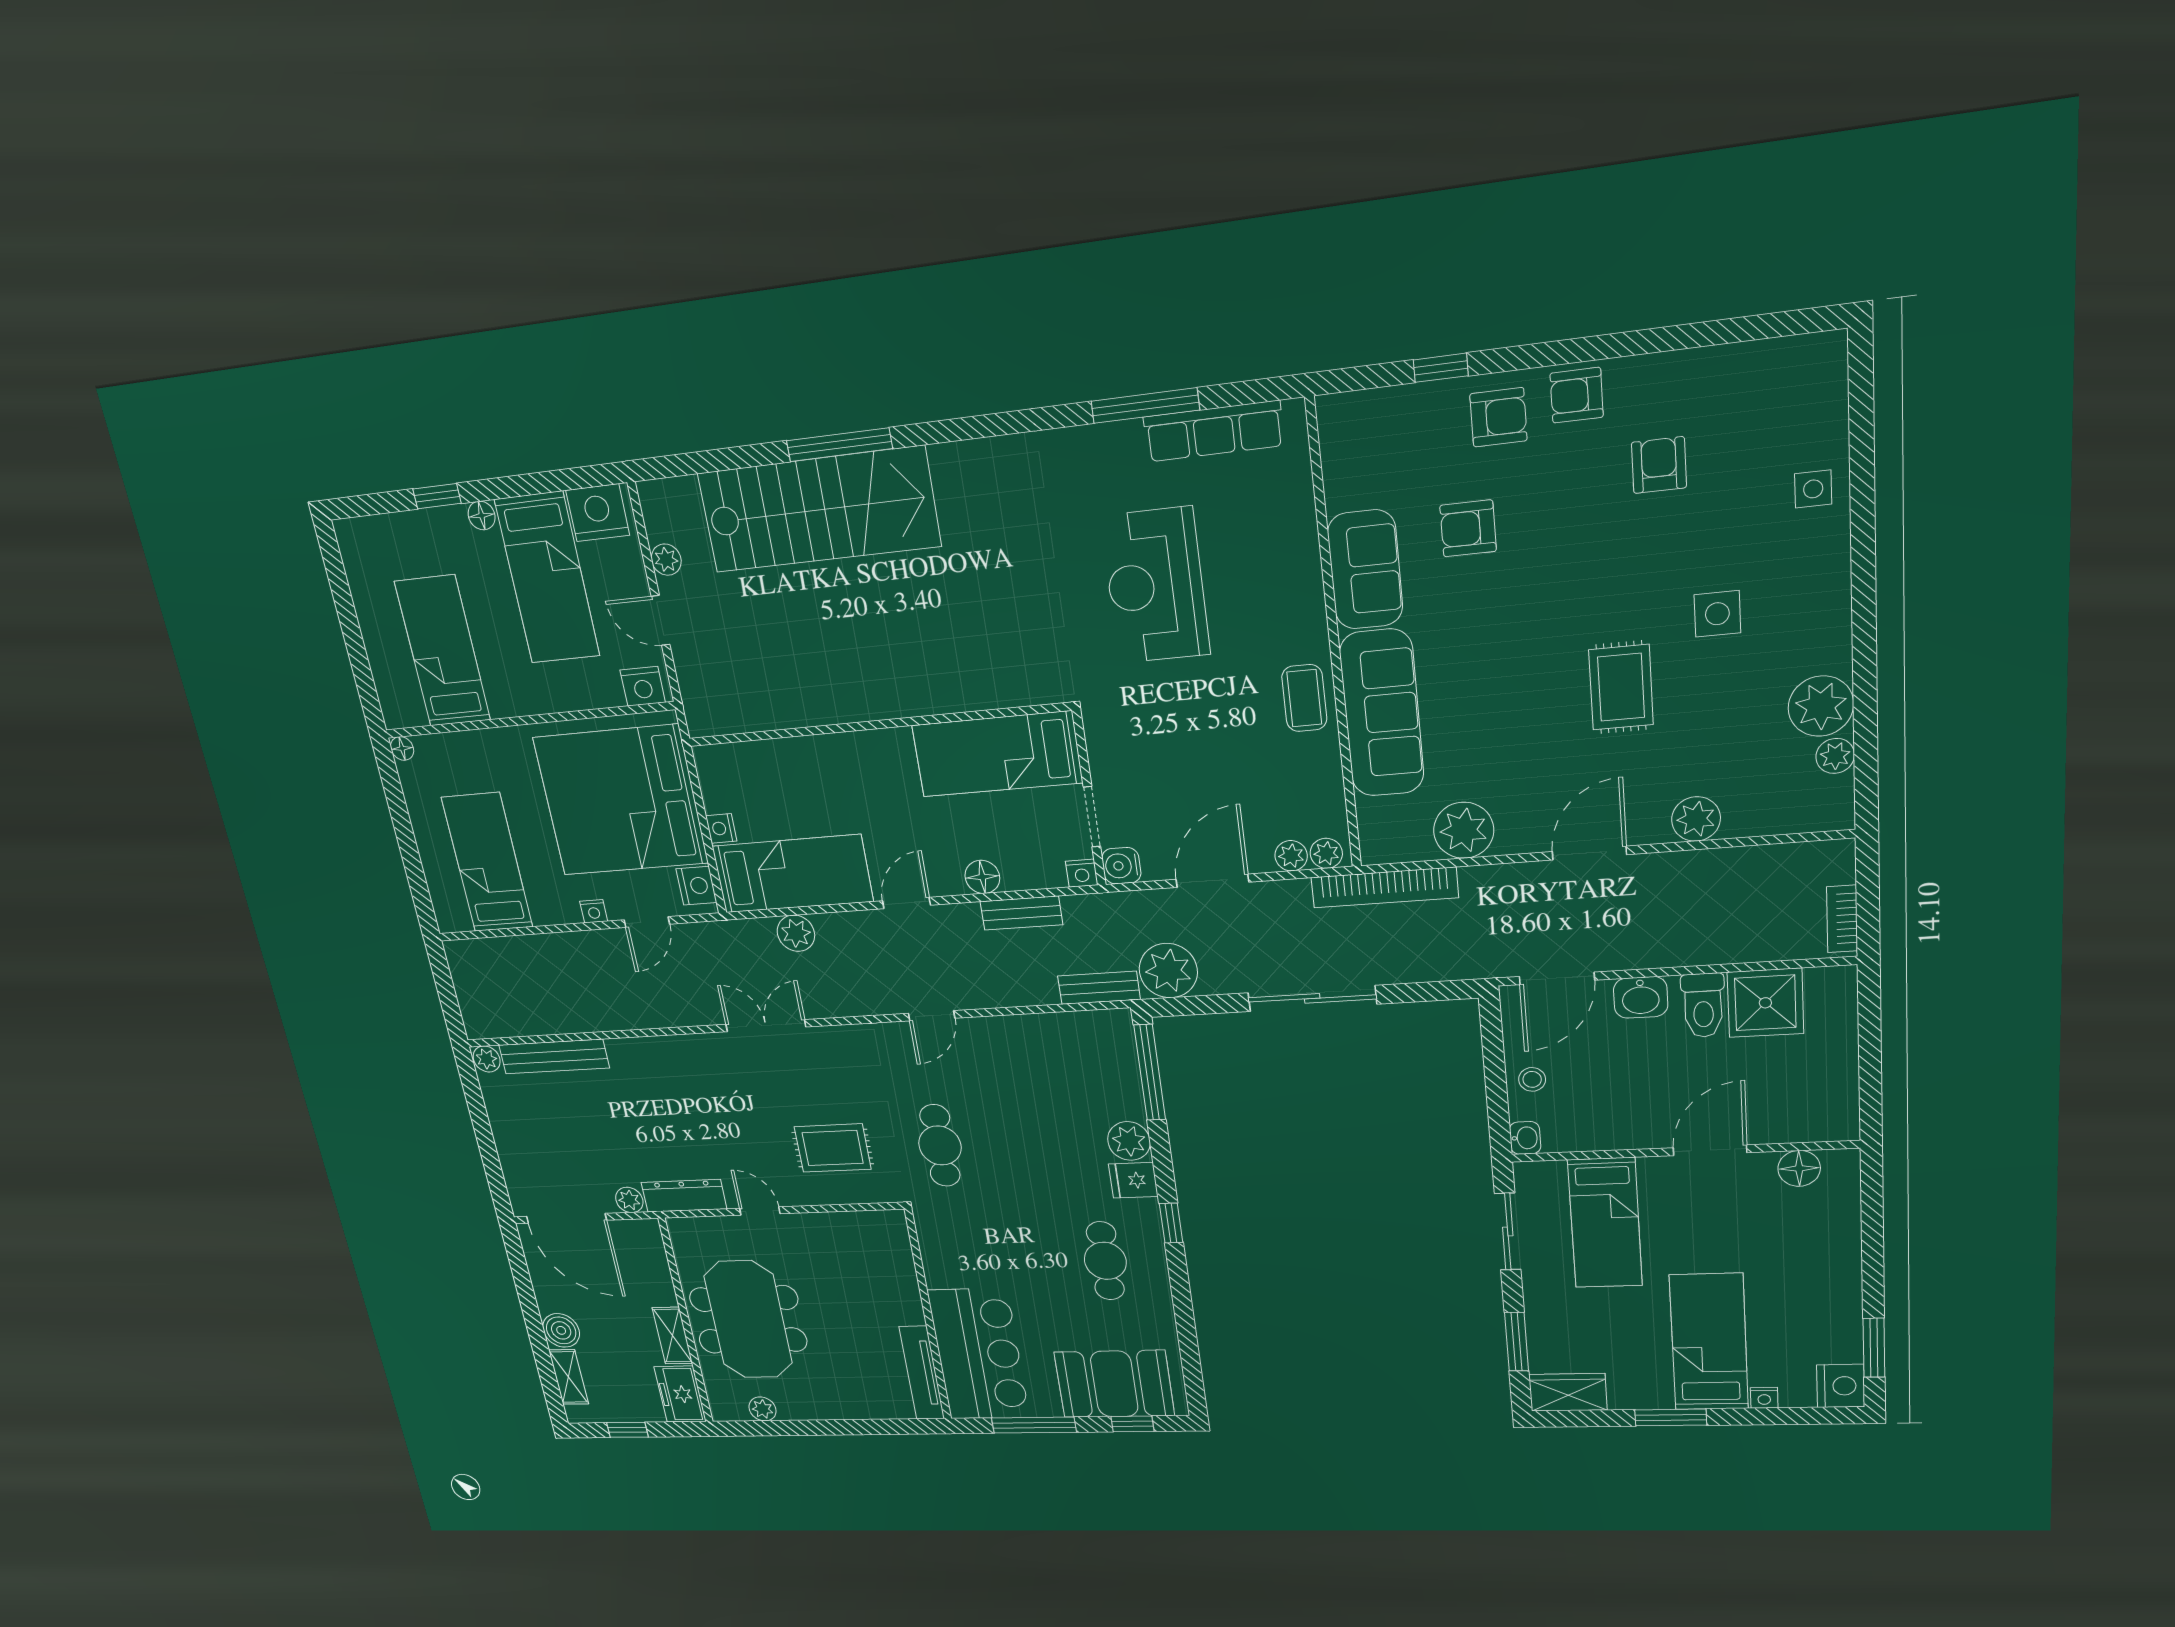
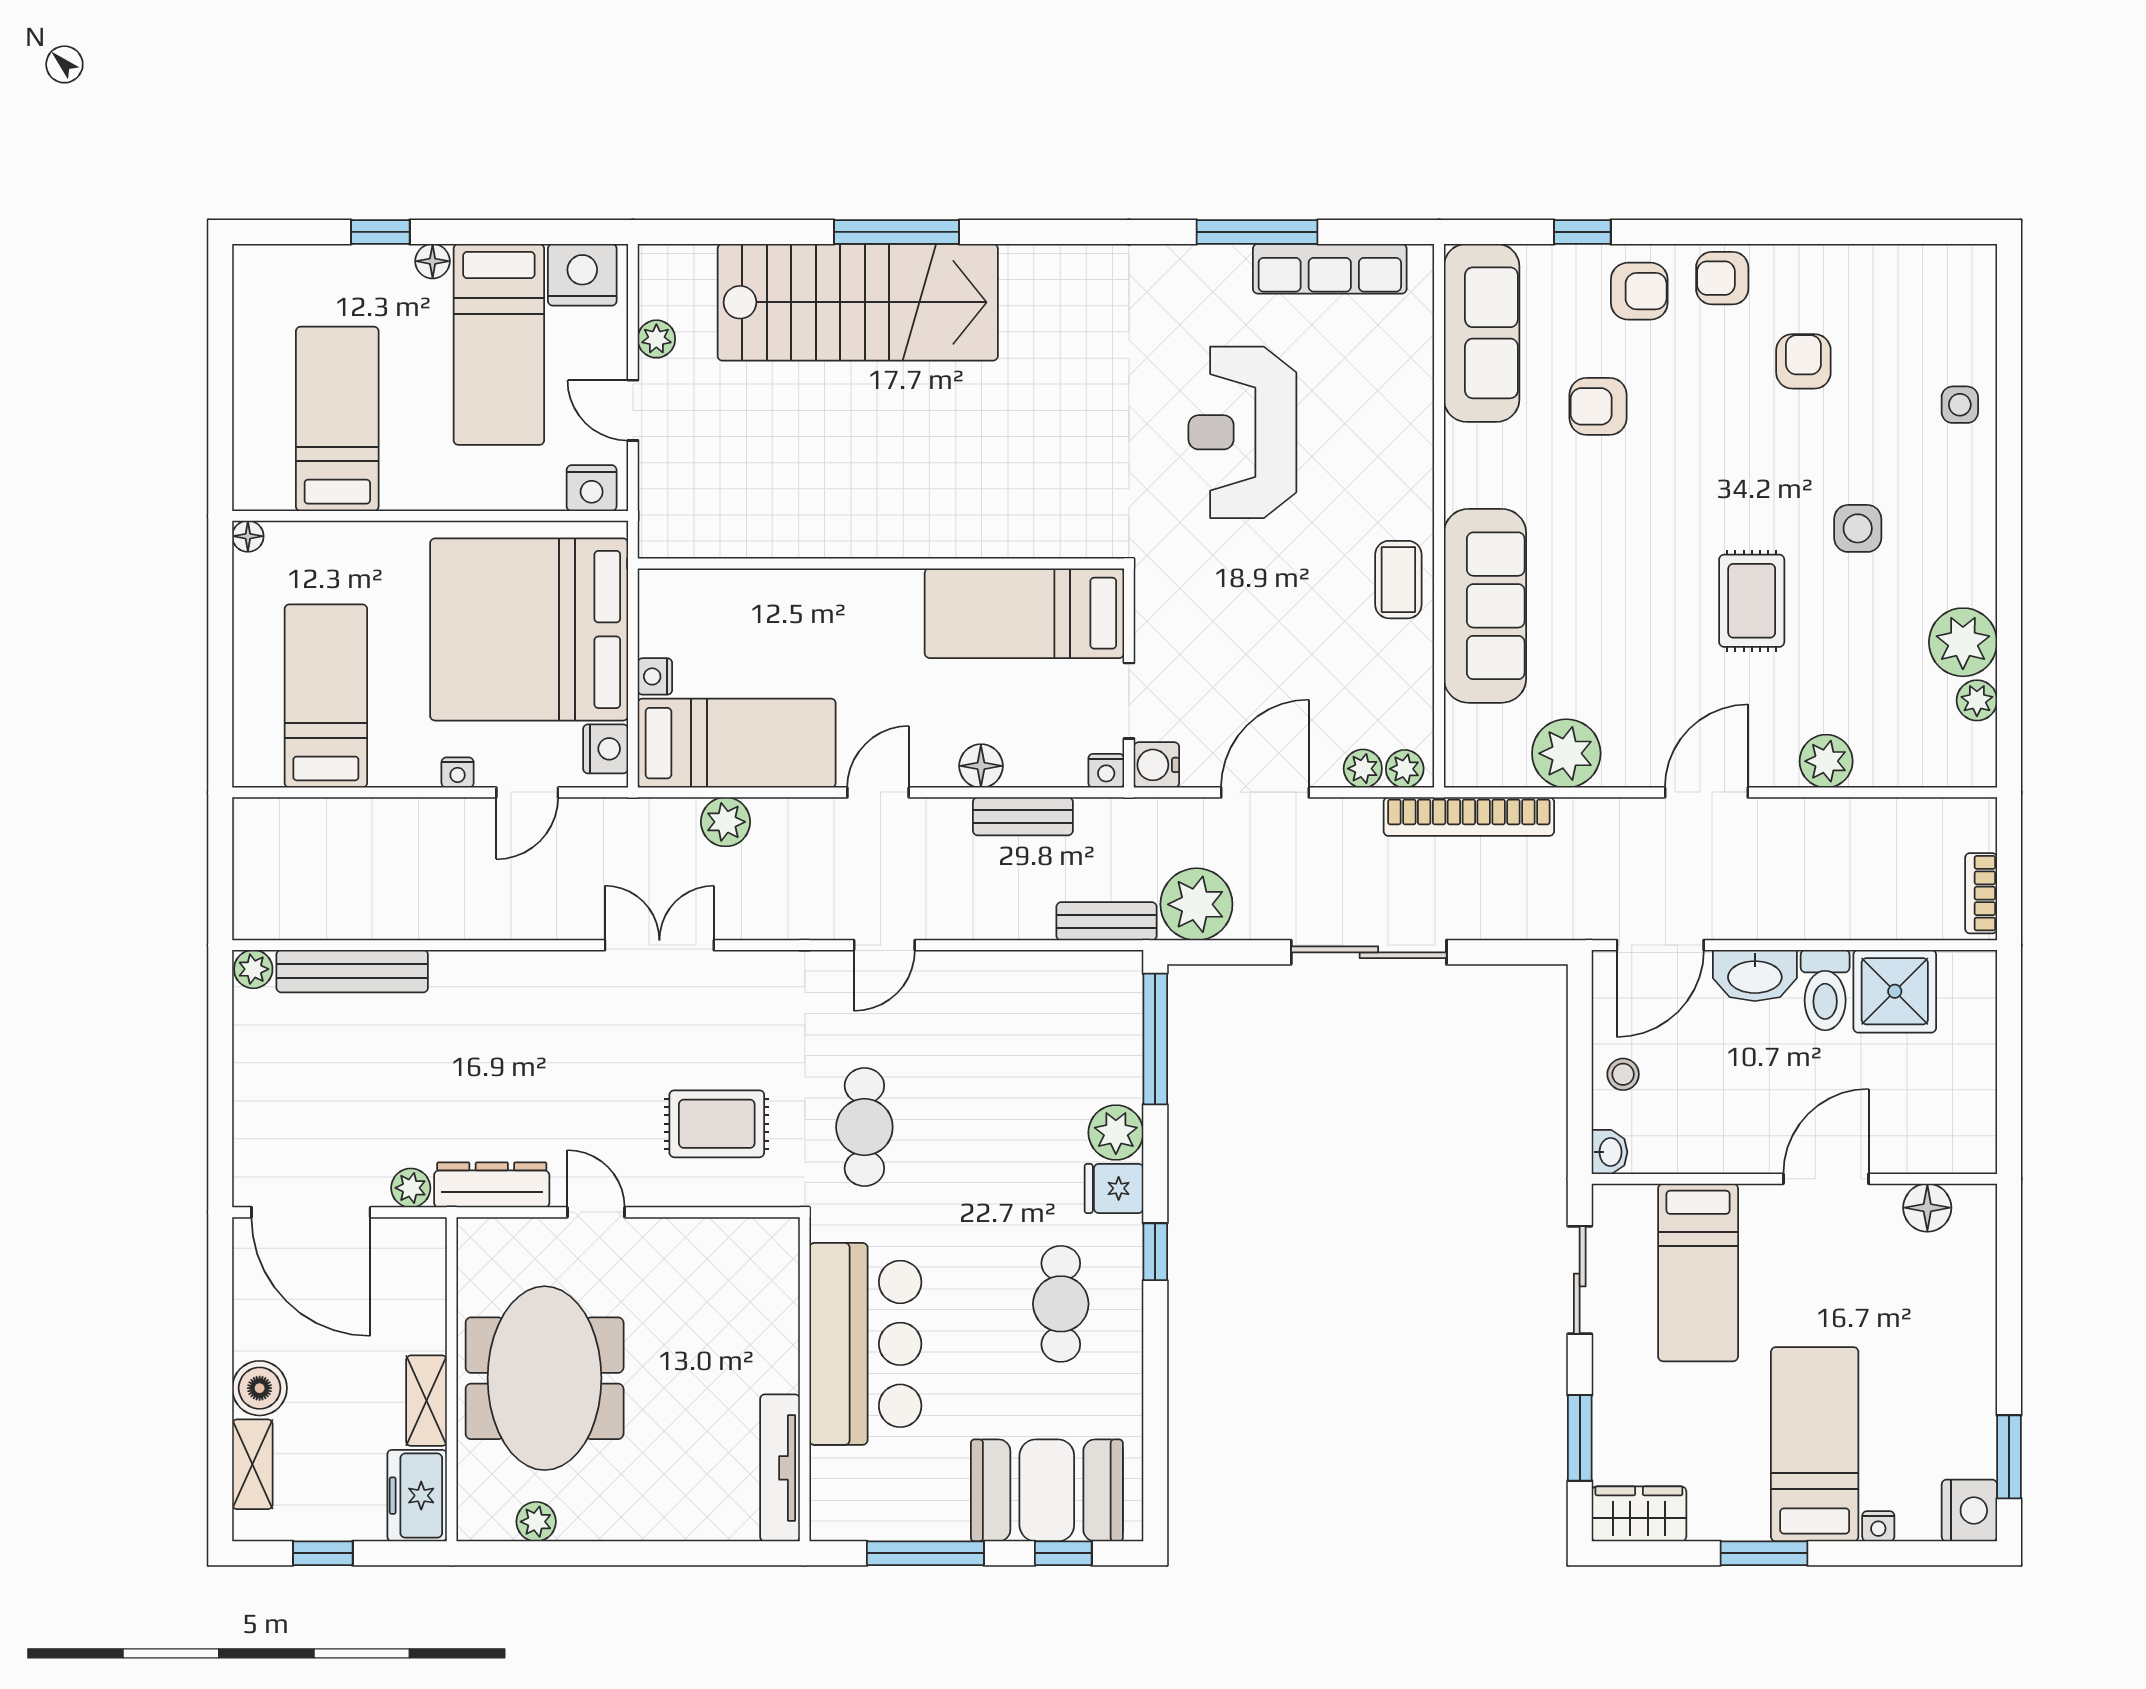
sofa: (1365, 570) -> (1482, 333), moved, width x1.36
washbasin: (1641, 997) -> (1755, 976), width x1.38
bar counter: (979, 1354) -> (865, 1344), moved

